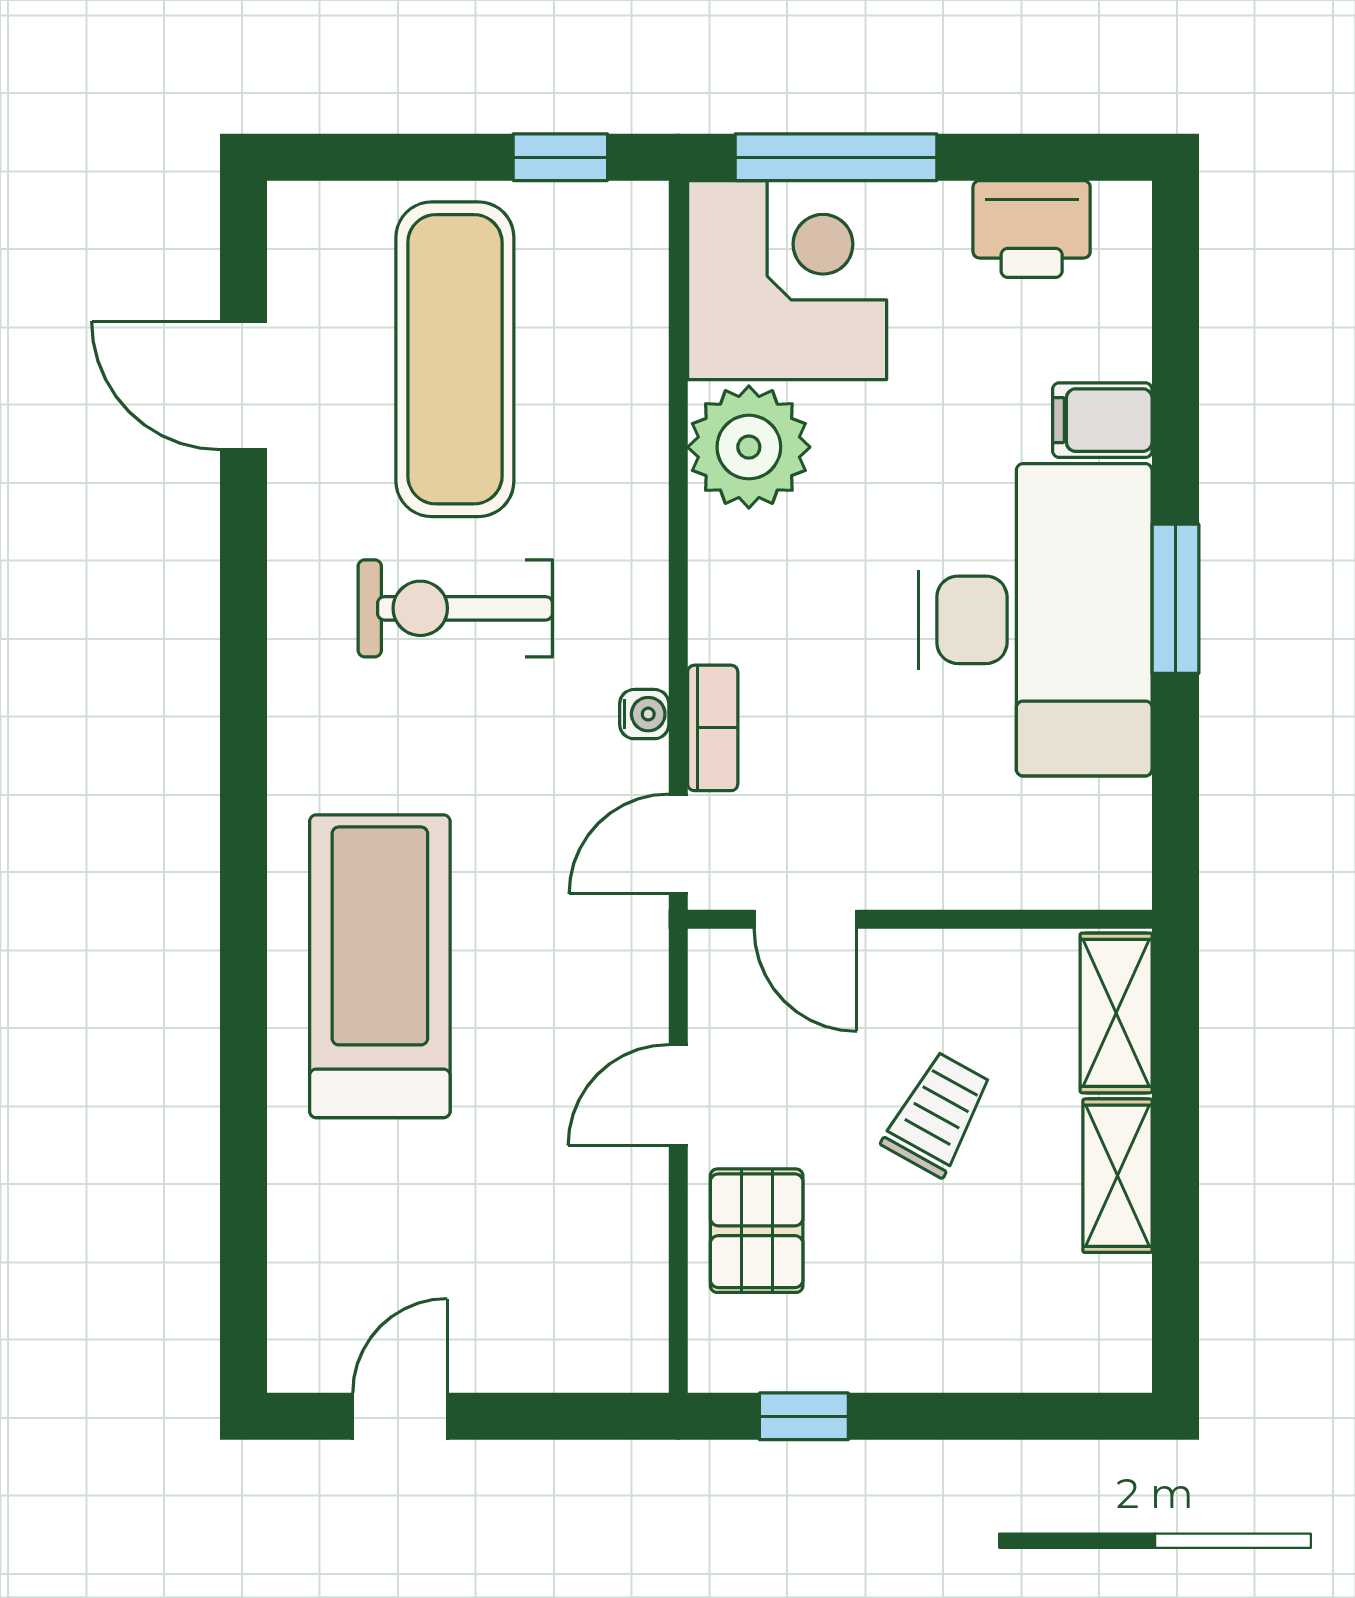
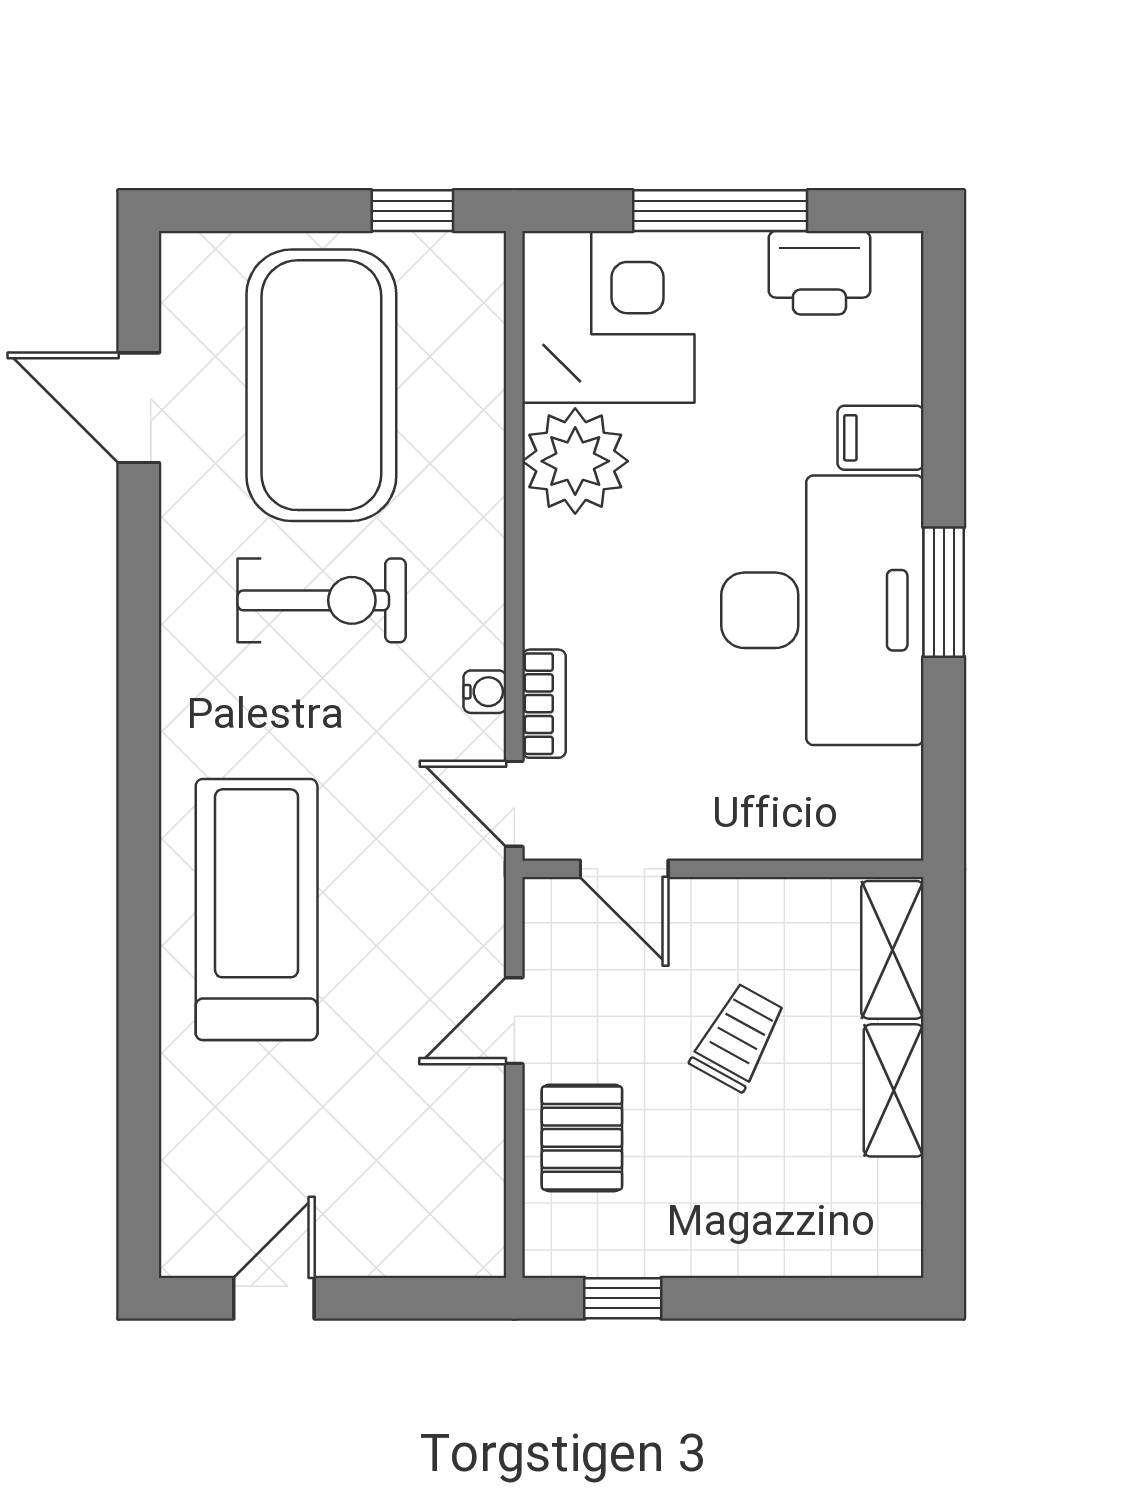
window: (836, 157) -> (720, 211), moved
exercise mat: (455, 359) -> (321, 385), width x1.47
exercise bike: (455, 608) -> (322, 600), turned 180
door: (678, 844) -> (514, 804), hinge flipped

